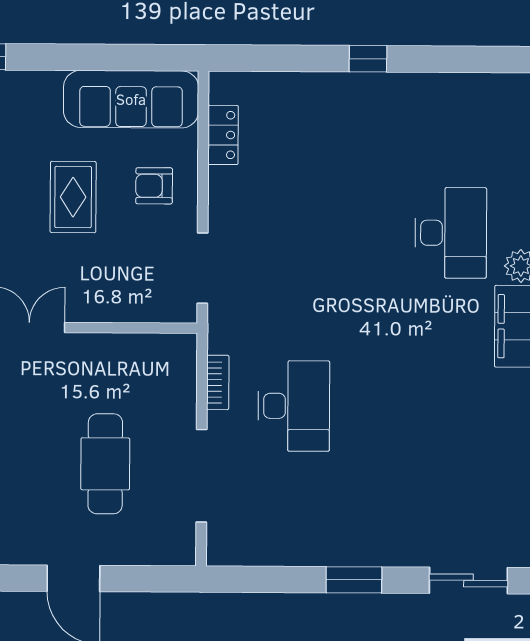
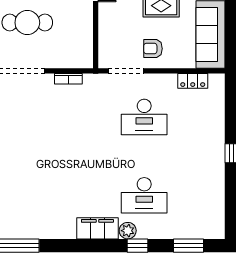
armchair: (154, 186) -> (153, 49), moved, turned -90
desk: (294, 406) -> (144, 117), moved

